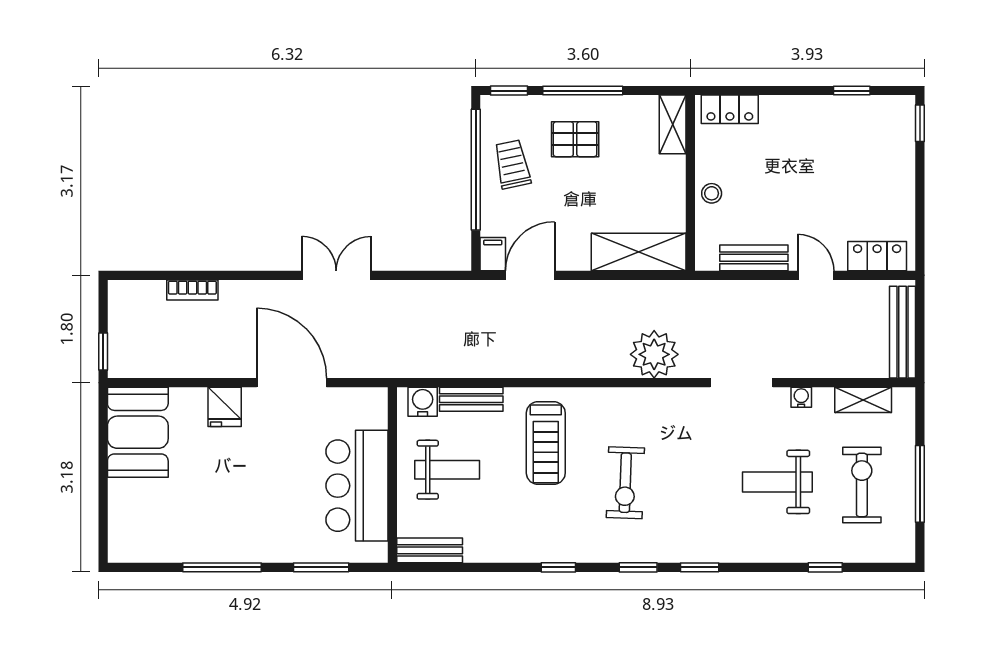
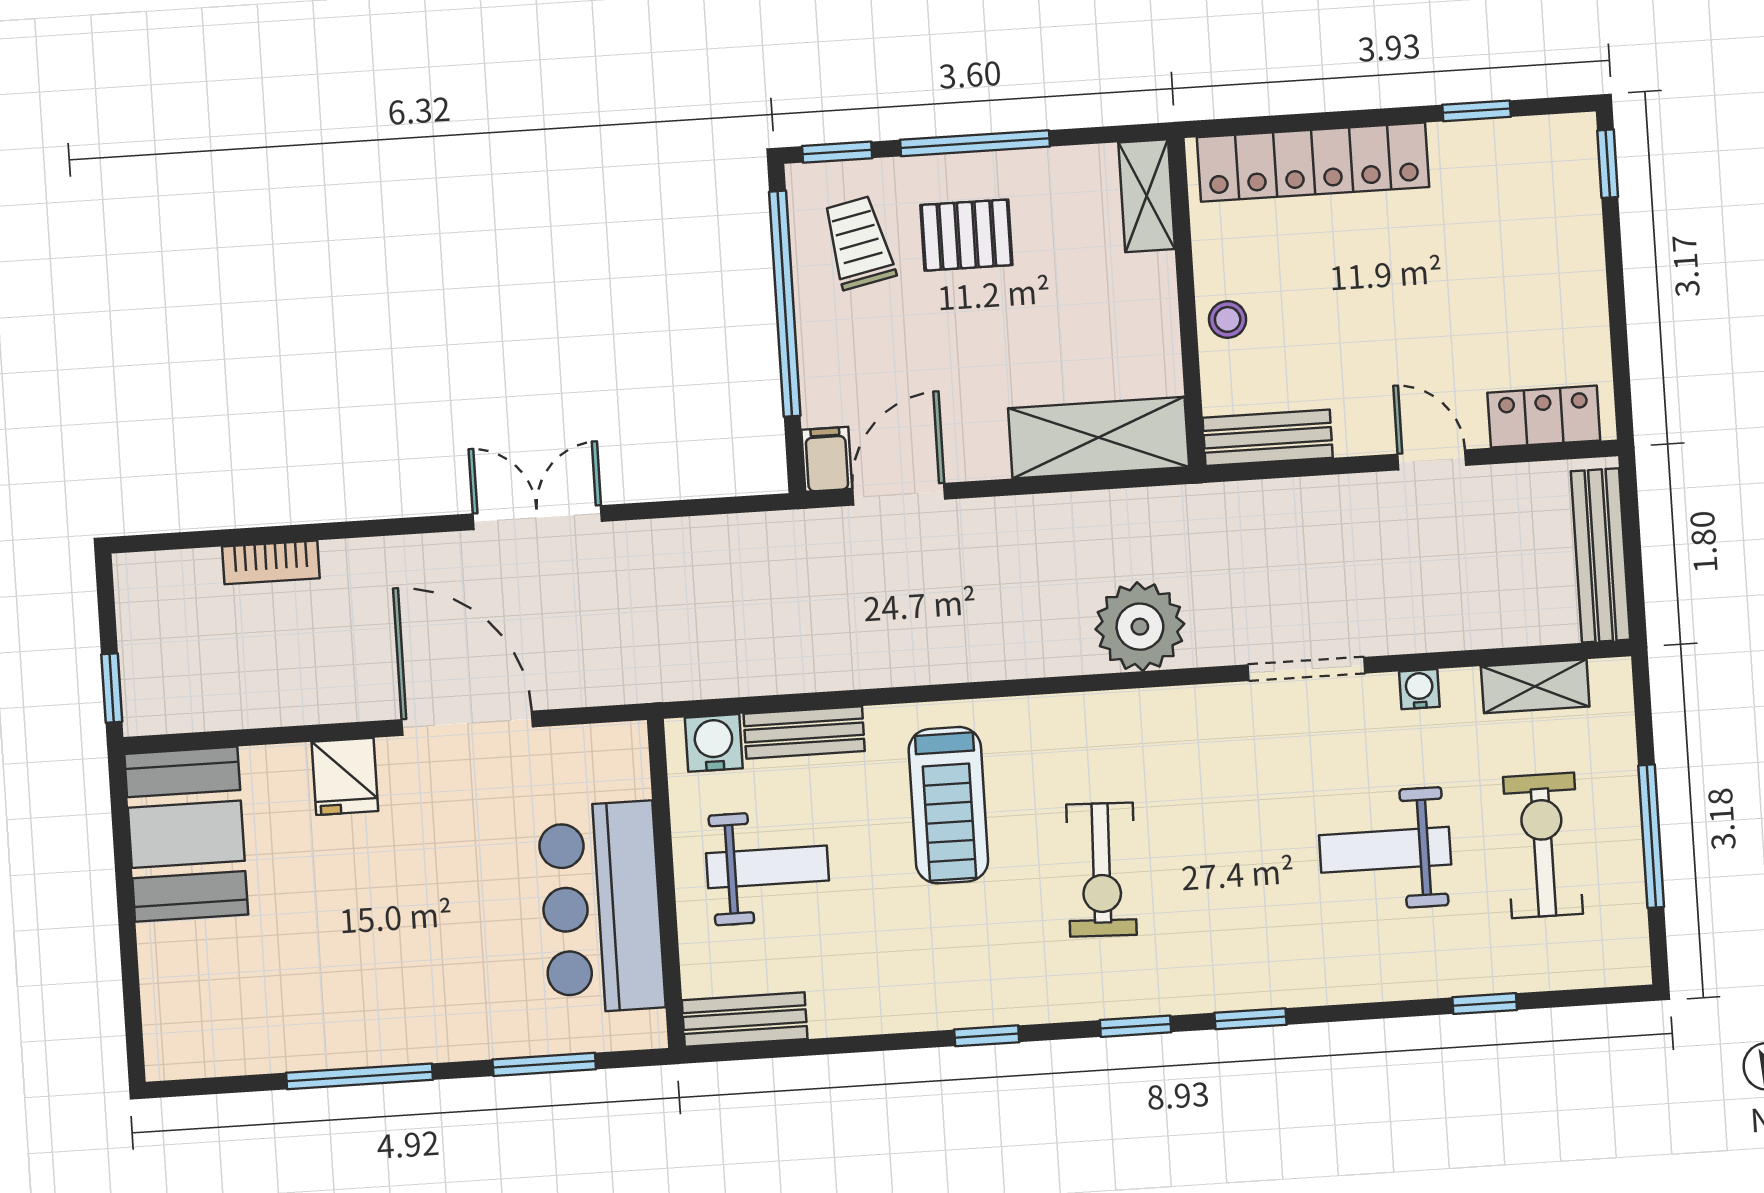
locker: (730, 109) -> (1313, 162), width x2.16, depth x1.21
trolley: (512, 164) -> (859, 243), moved
bench: (754, 258) -> (1268, 438), moved

